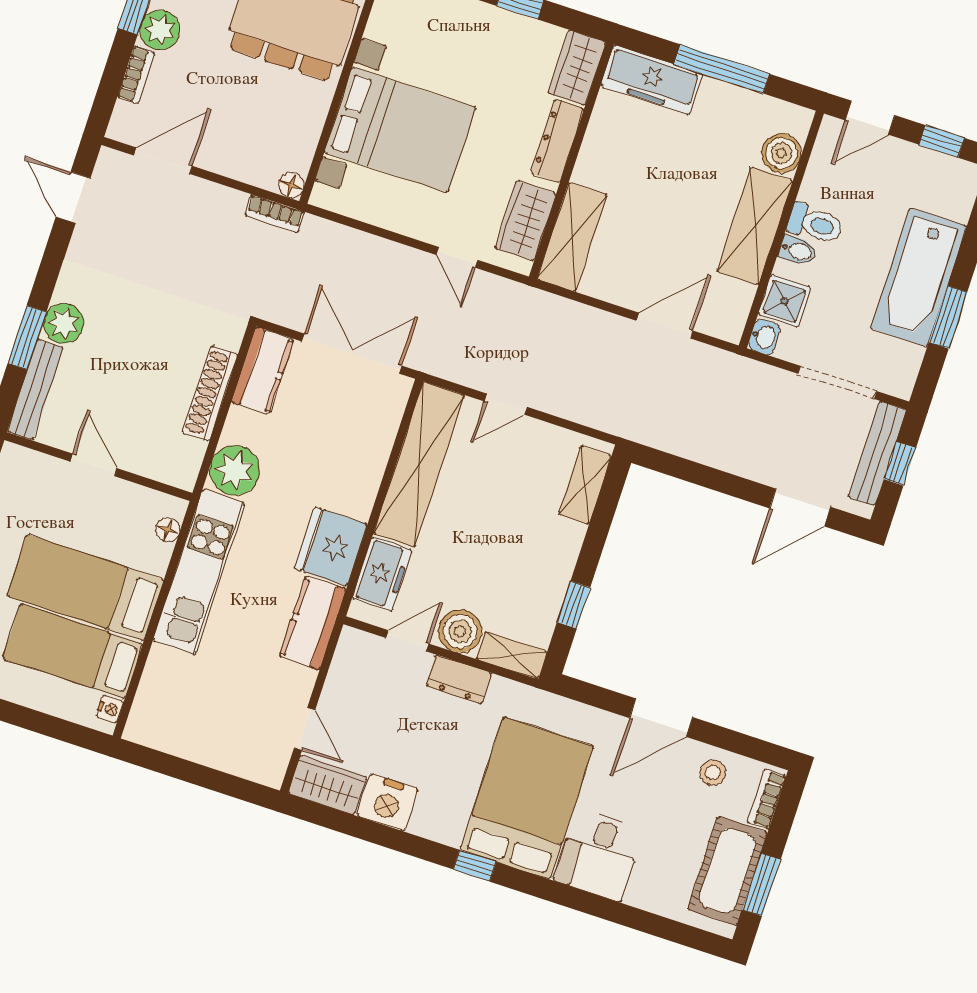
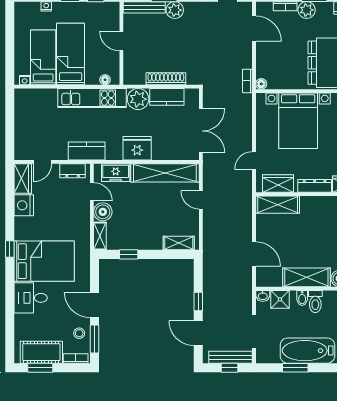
kitchen counter: (262, 371) -> (167, 97), moved
door: (94, 465) -> (121, 41), swing flipped
window: (730, 484) -> (198, 302), added
fridge: (331, 546) -> (137, 148), moved
dresser: (459, 680) -> (73, 171), moved, turned -90
window: (737, 743) -> (95, 339), added

